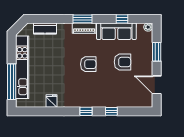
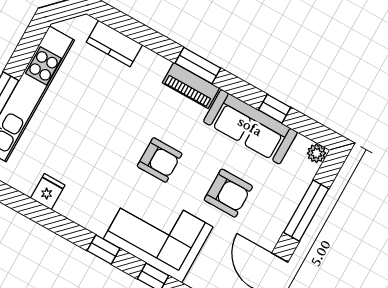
window: (157, 52) -> (306, 211), width x1.44
corner sofa: (104, 93) -> (158, 233), added

